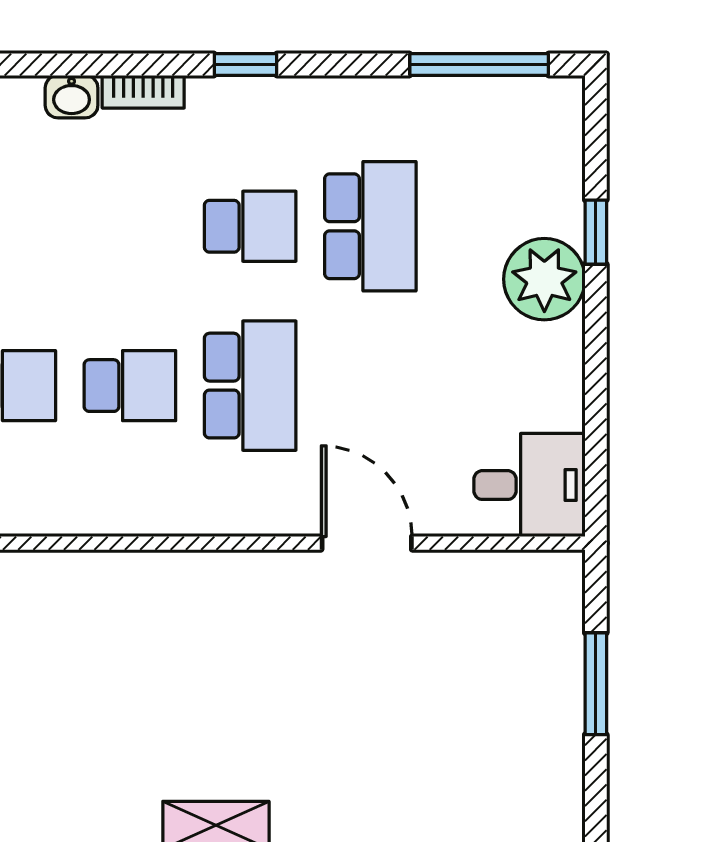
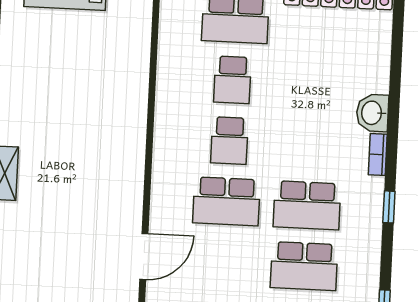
washbasin: (72, 97) -> (372, 113), width x1.38, depth x1.45
school desk: (250, 226) -> (307, 205), width x1.85

